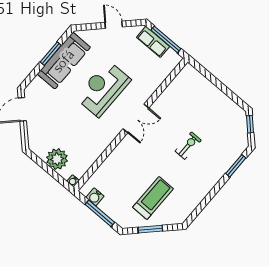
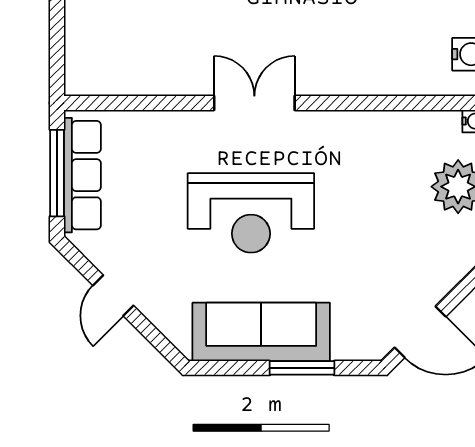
row of seats: (153, 42) -> (82, 175), width x1.48
window: (51, 54) -> (302, 368), moved

